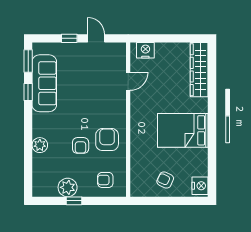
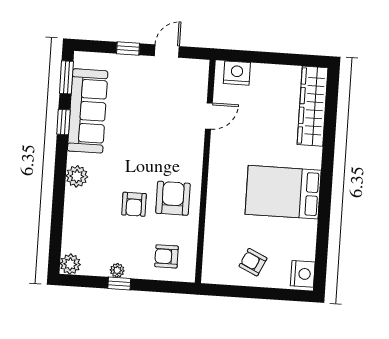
door: (96, 38) -> (167, 51), hinge flipped
plant: (40, 145) -> (77, 176), moved
plant: (68, 187) -> (117, 270), width x0.53, depth x0.53
plant: (39, 190) -> (70, 264), added

